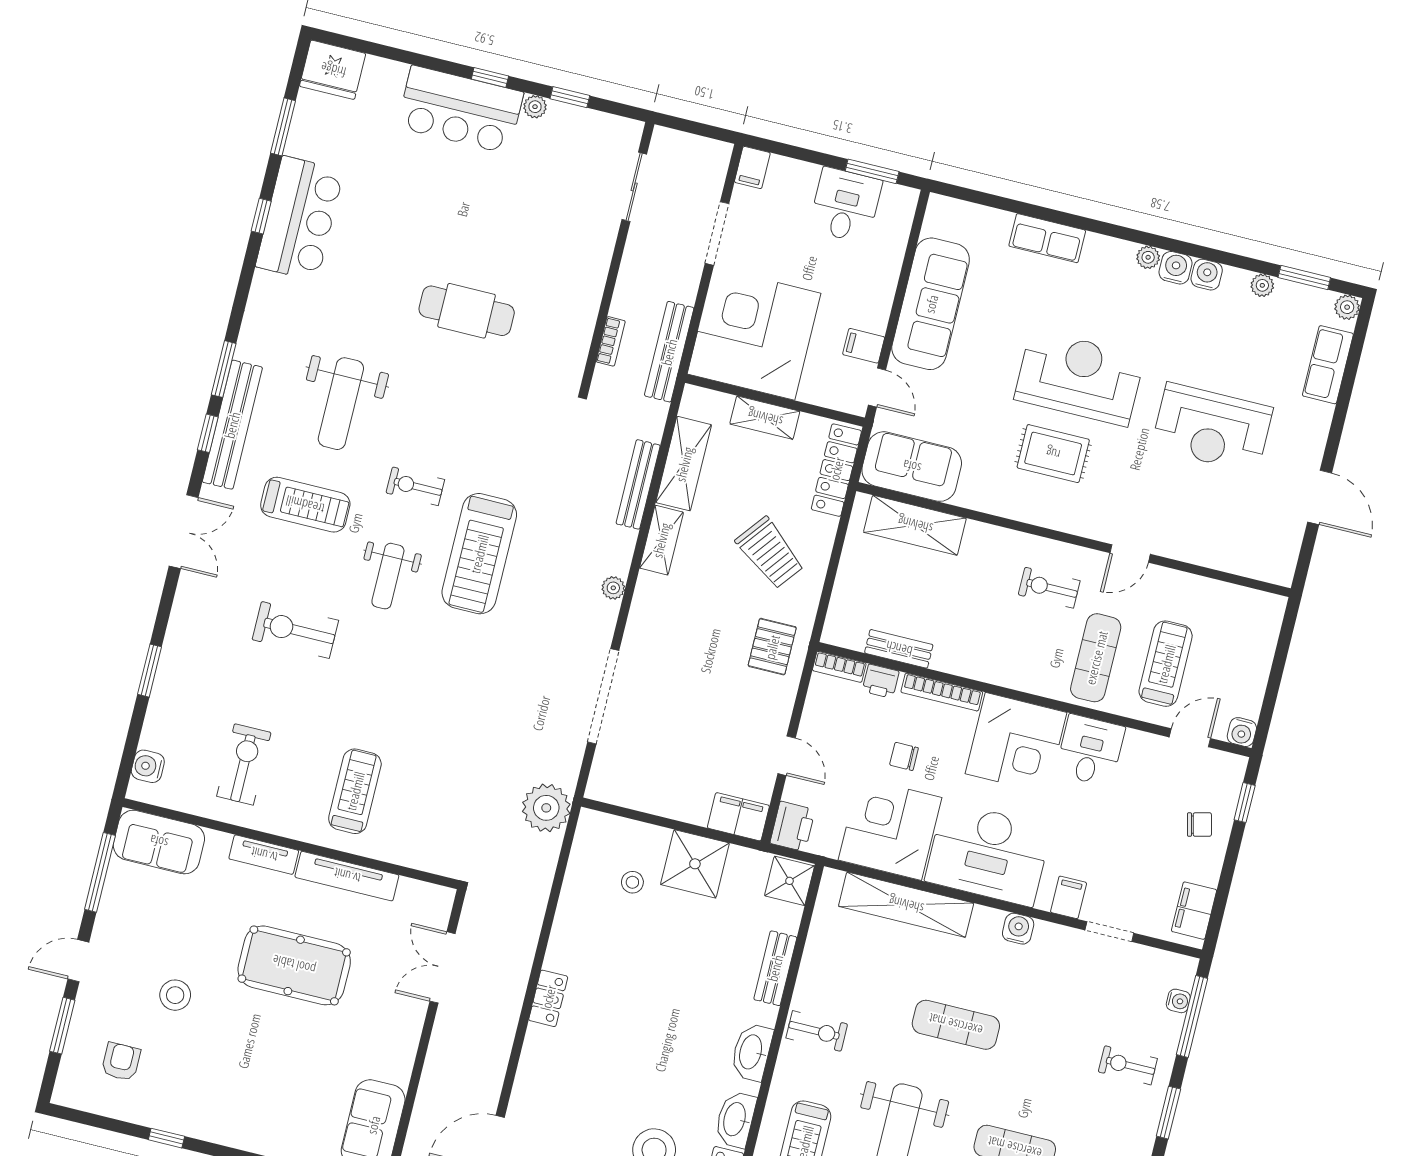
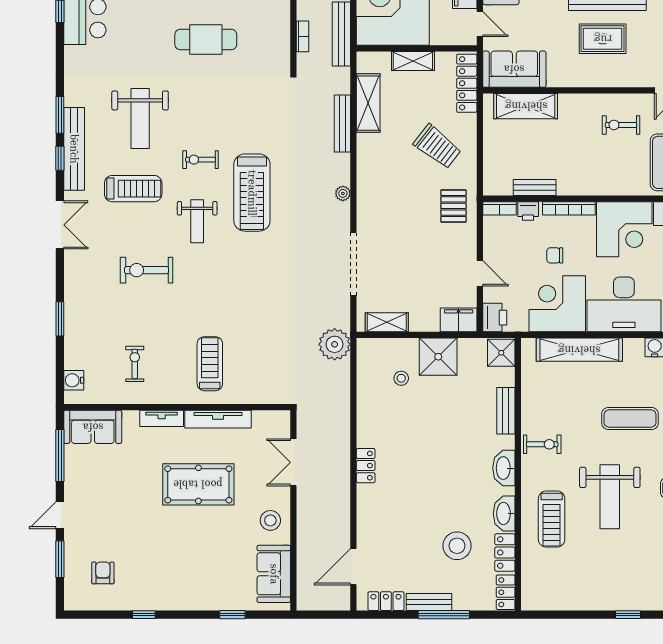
shelving: (661, 540) -> (387, 322), moved, turned 90
exercise bike: (244, 764) -> (135, 364), width x0.73, depth x0.72
stool: (175, 995) -> (270, 520), moved

